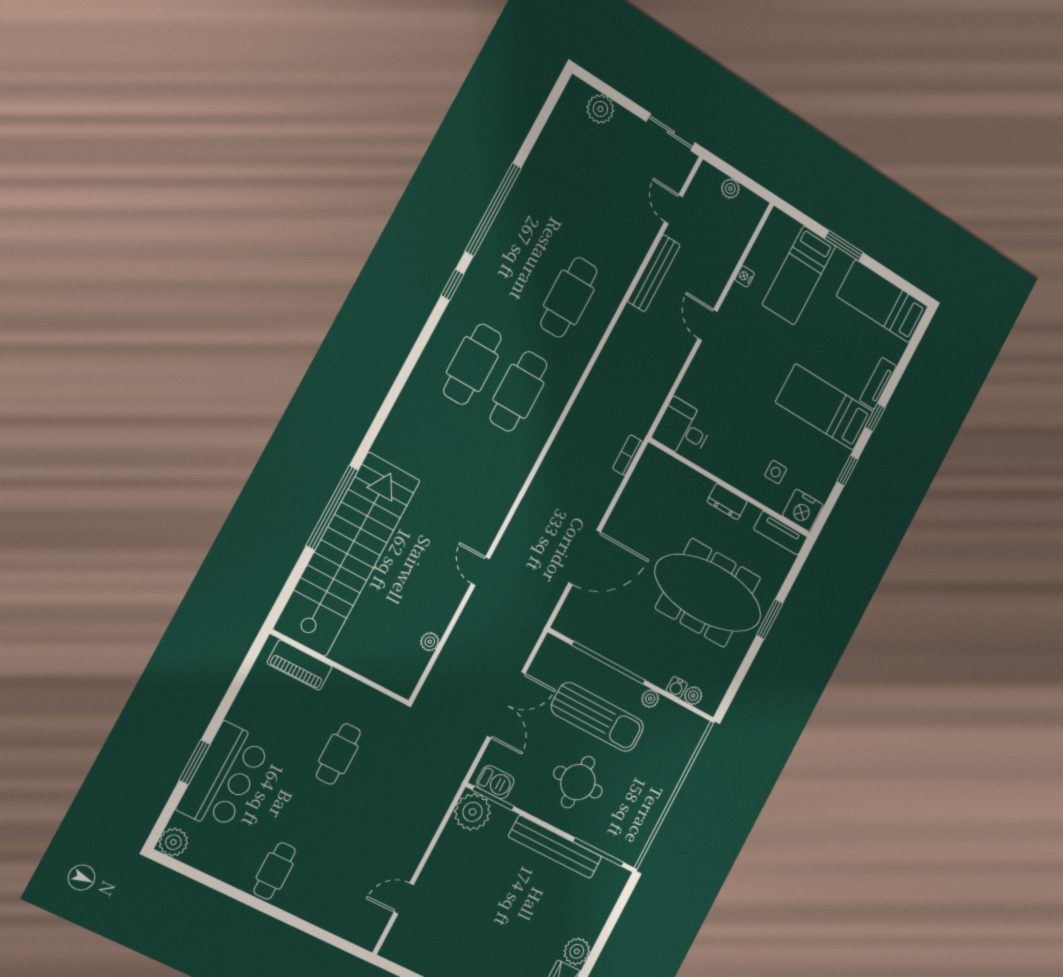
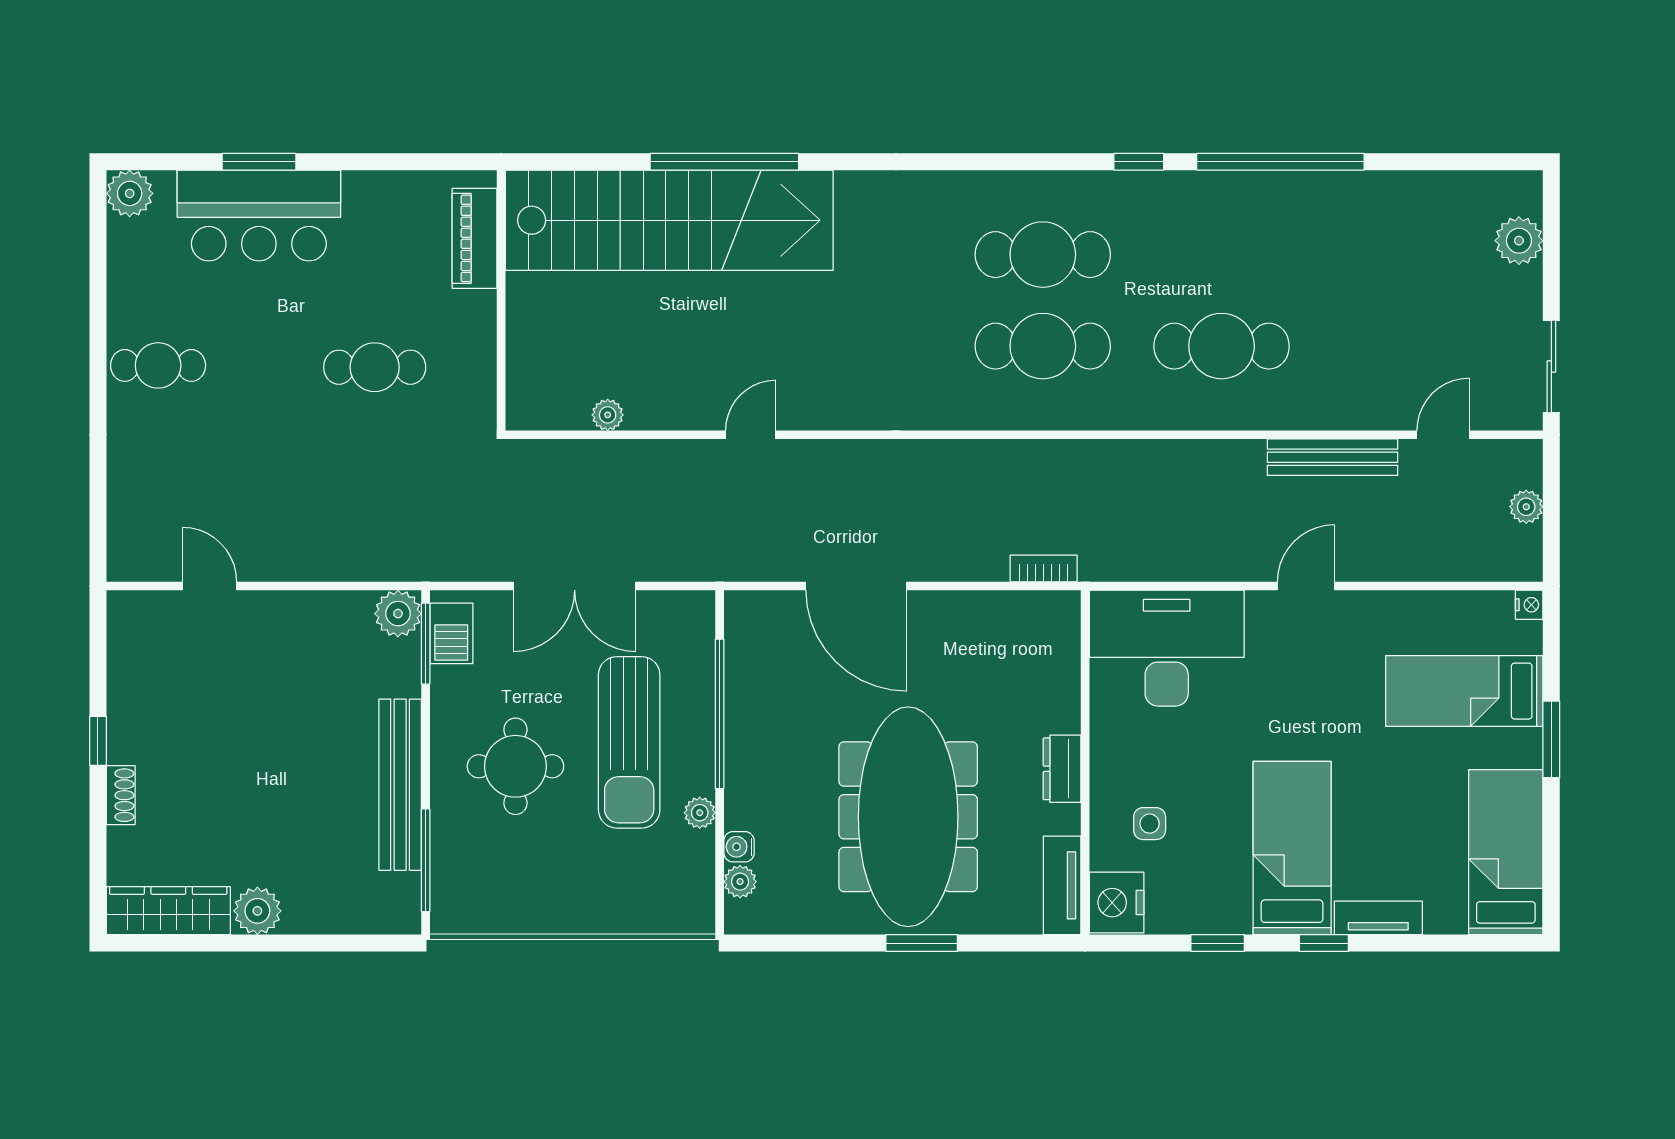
nightstand: (745, 276) -> (1529, 605), moved, turned 90
desk: (683, 429) -> (1167, 648), width x1.87, depth x1.30
plant: (472, 812) -> (398, 614), width x0.73, depth x0.73

